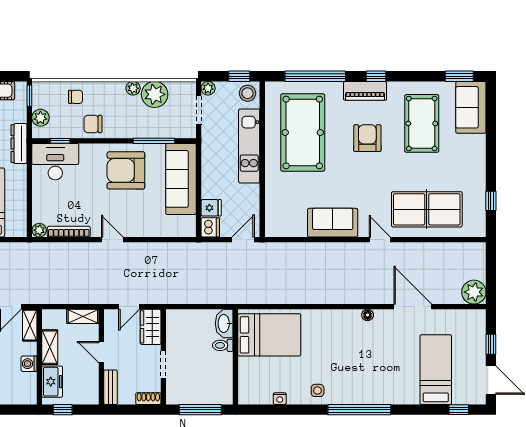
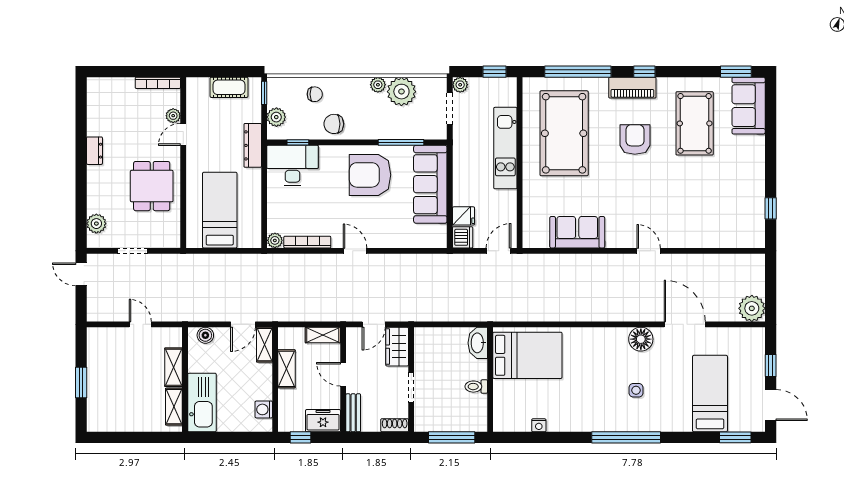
stool: (248, 93) -> (503, 90), removed
table tennis table: (427, 209) -> (700, 218), removed
sofa: (333, 223) -> (577, 232), moved
floor lamp: (368, 315) -> (641, 339), width x1.89, depth x1.89
toilet: (223, 345) -> (476, 387), moved
washing machine: (29, 364) -> (264, 409), moved
freezer: (52, 382) -> (323, 421), moved, turned -90
side table: (318, 390) -> (636, 390), moved
window: (459, 410) -> (735, 437), width x1.50

